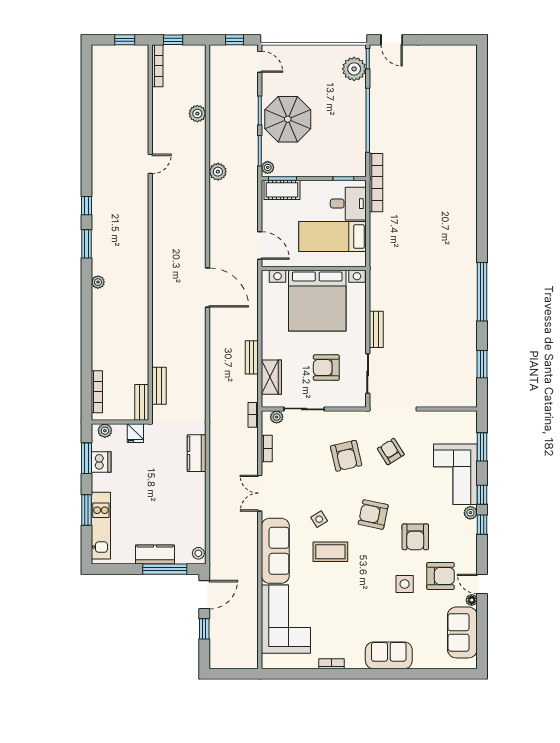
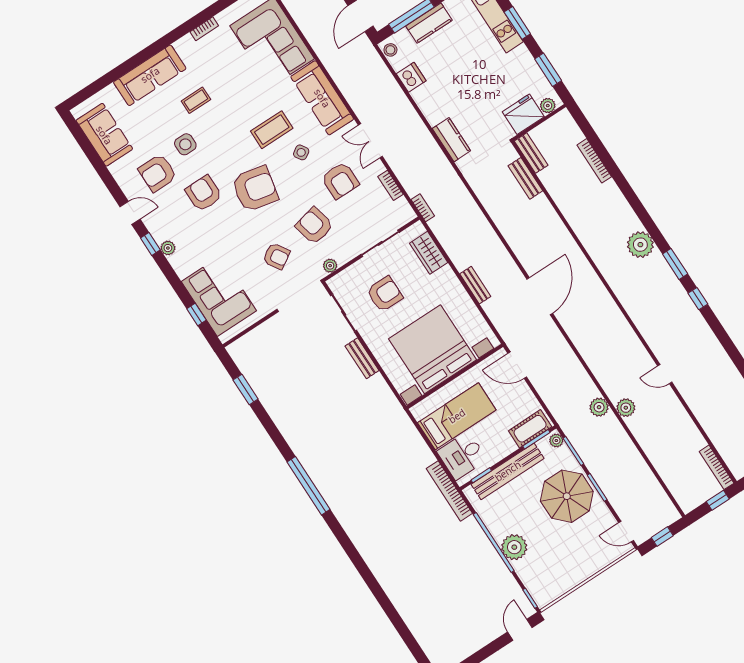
door: (392, 40) -> (520, 630), hinge flipped
plant: (354, 69) -> (514, 547), moved
plant: (197, 114) -> (626, 408), moved
door: (150, 164) -> (665, 374), hinge flipped
bench: (321, 168) -> (508, 471), added
plant: (98, 282) -> (640, 245), width x1.88, depth x1.88
door: (208, 287) -> (540, 296), swing flipped
window: (482, 292) -> (309, 486), moved
bench: (252, 357) -> (475, 285), moved
bookcase: (97, 392) -> (594, 161), moved
plant: (277, 417) -> (330, 266), moved
fridge: (135, 433) -> (523, 114), width x1.88, depth x1.34
window: (482, 447) -> (196, 314), width x0.67
dishwasher: (101, 462) -> (411, 77), moved, turned 180
corner sofa: (455, 474) -> (219, 296), moved
armchair: (303, 478) -> (340, 180), added
double door: (260, 493) -> (370, 141), swing flipped
window: (482, 495) -> (168, 271), removed
armchair: (373, 514) -> (255, 189), width x1.36, depth x1.36
door: (482, 584) -> (130, 213), moved
floor lamp: (472, 600) -> (115, 170), removed
coffee table: (374, 613) -> (196, 100), added
sofa: (389, 655) -> (150, 75), width x1.36

